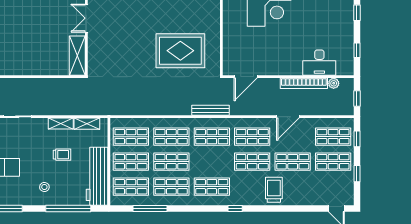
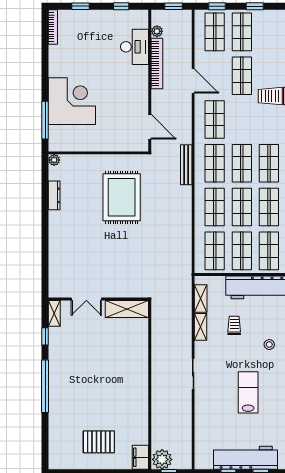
shop shelf: (252, 162) -> (242, 163), moved

